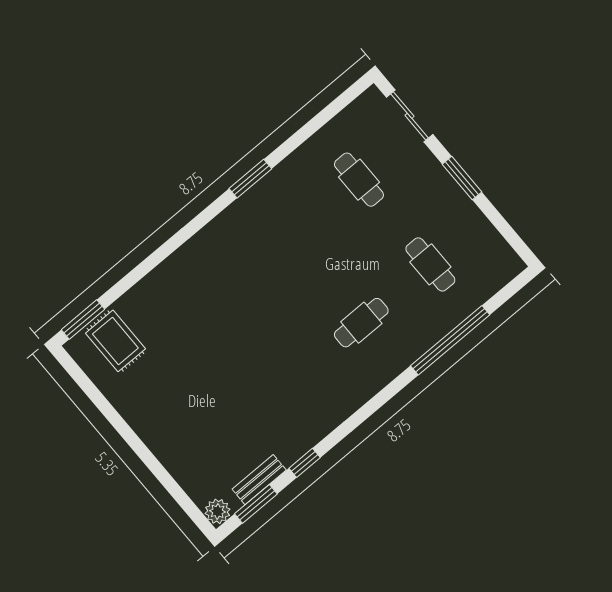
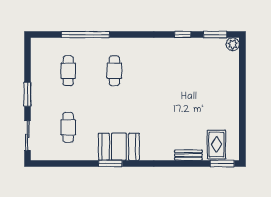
booth: (259, 215) -> (119, 147), added
cafe table: (361, 323) -> (114, 71), turned 90
bench: (259, 480) -> (188, 155), moved

